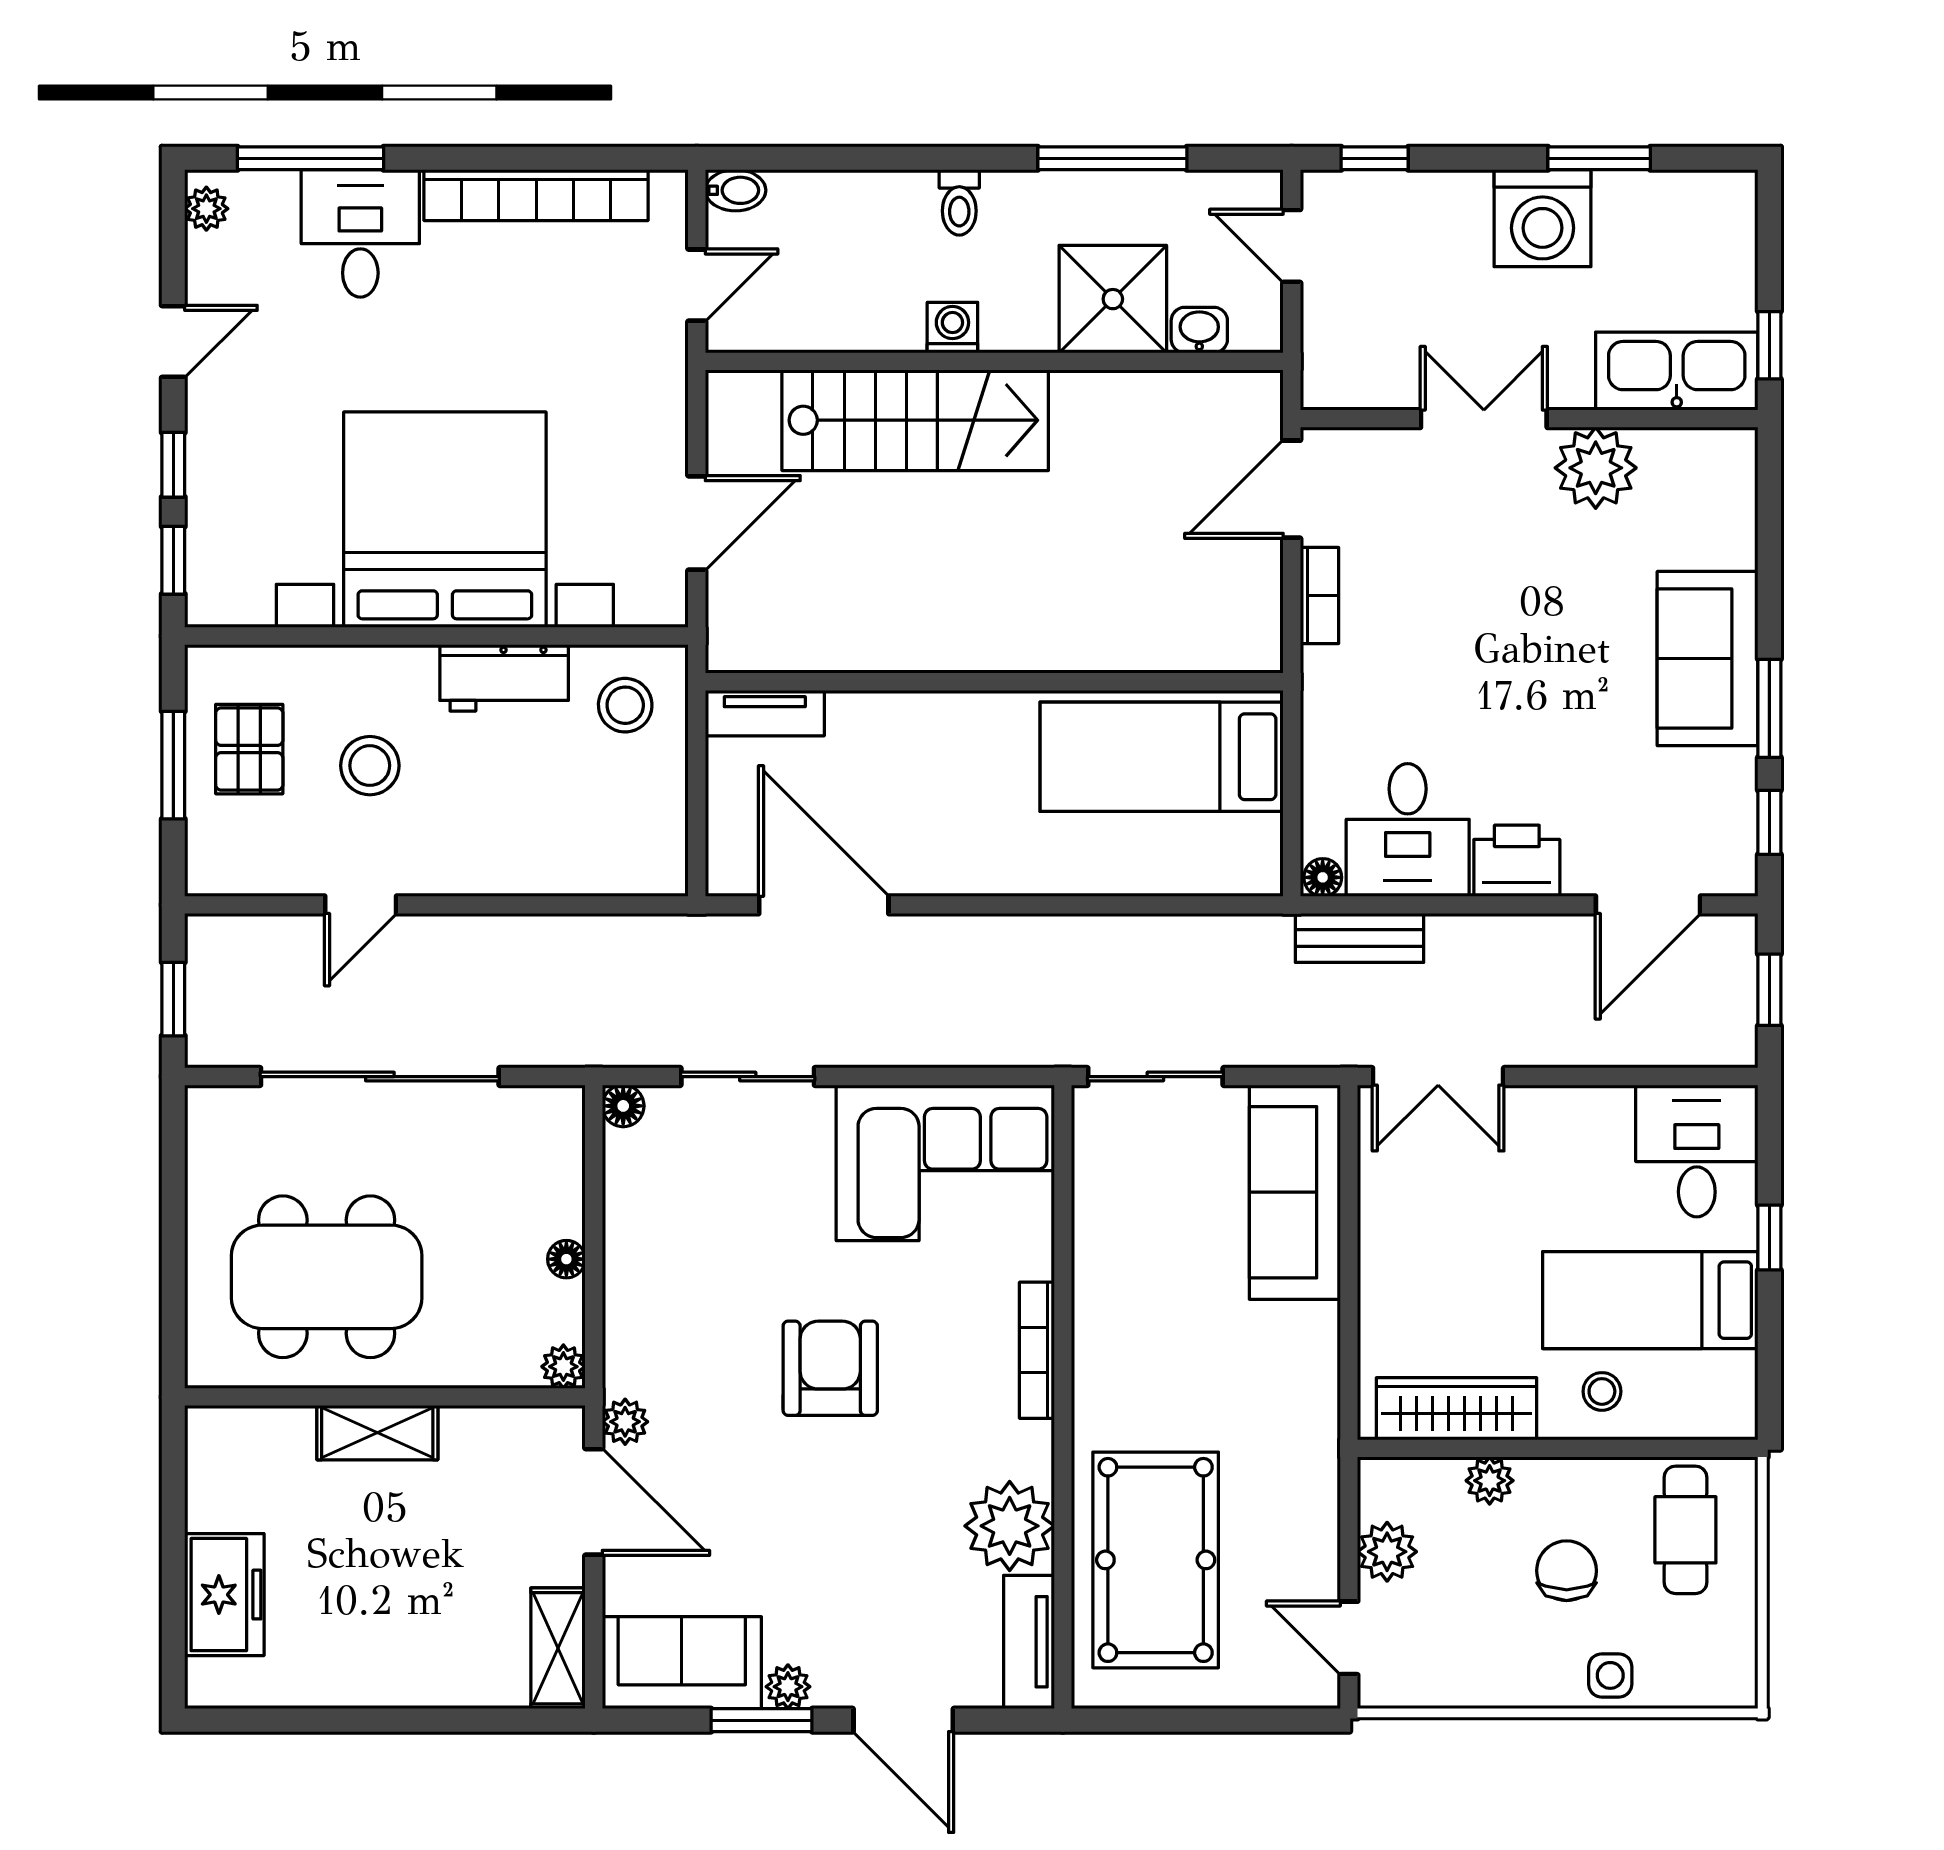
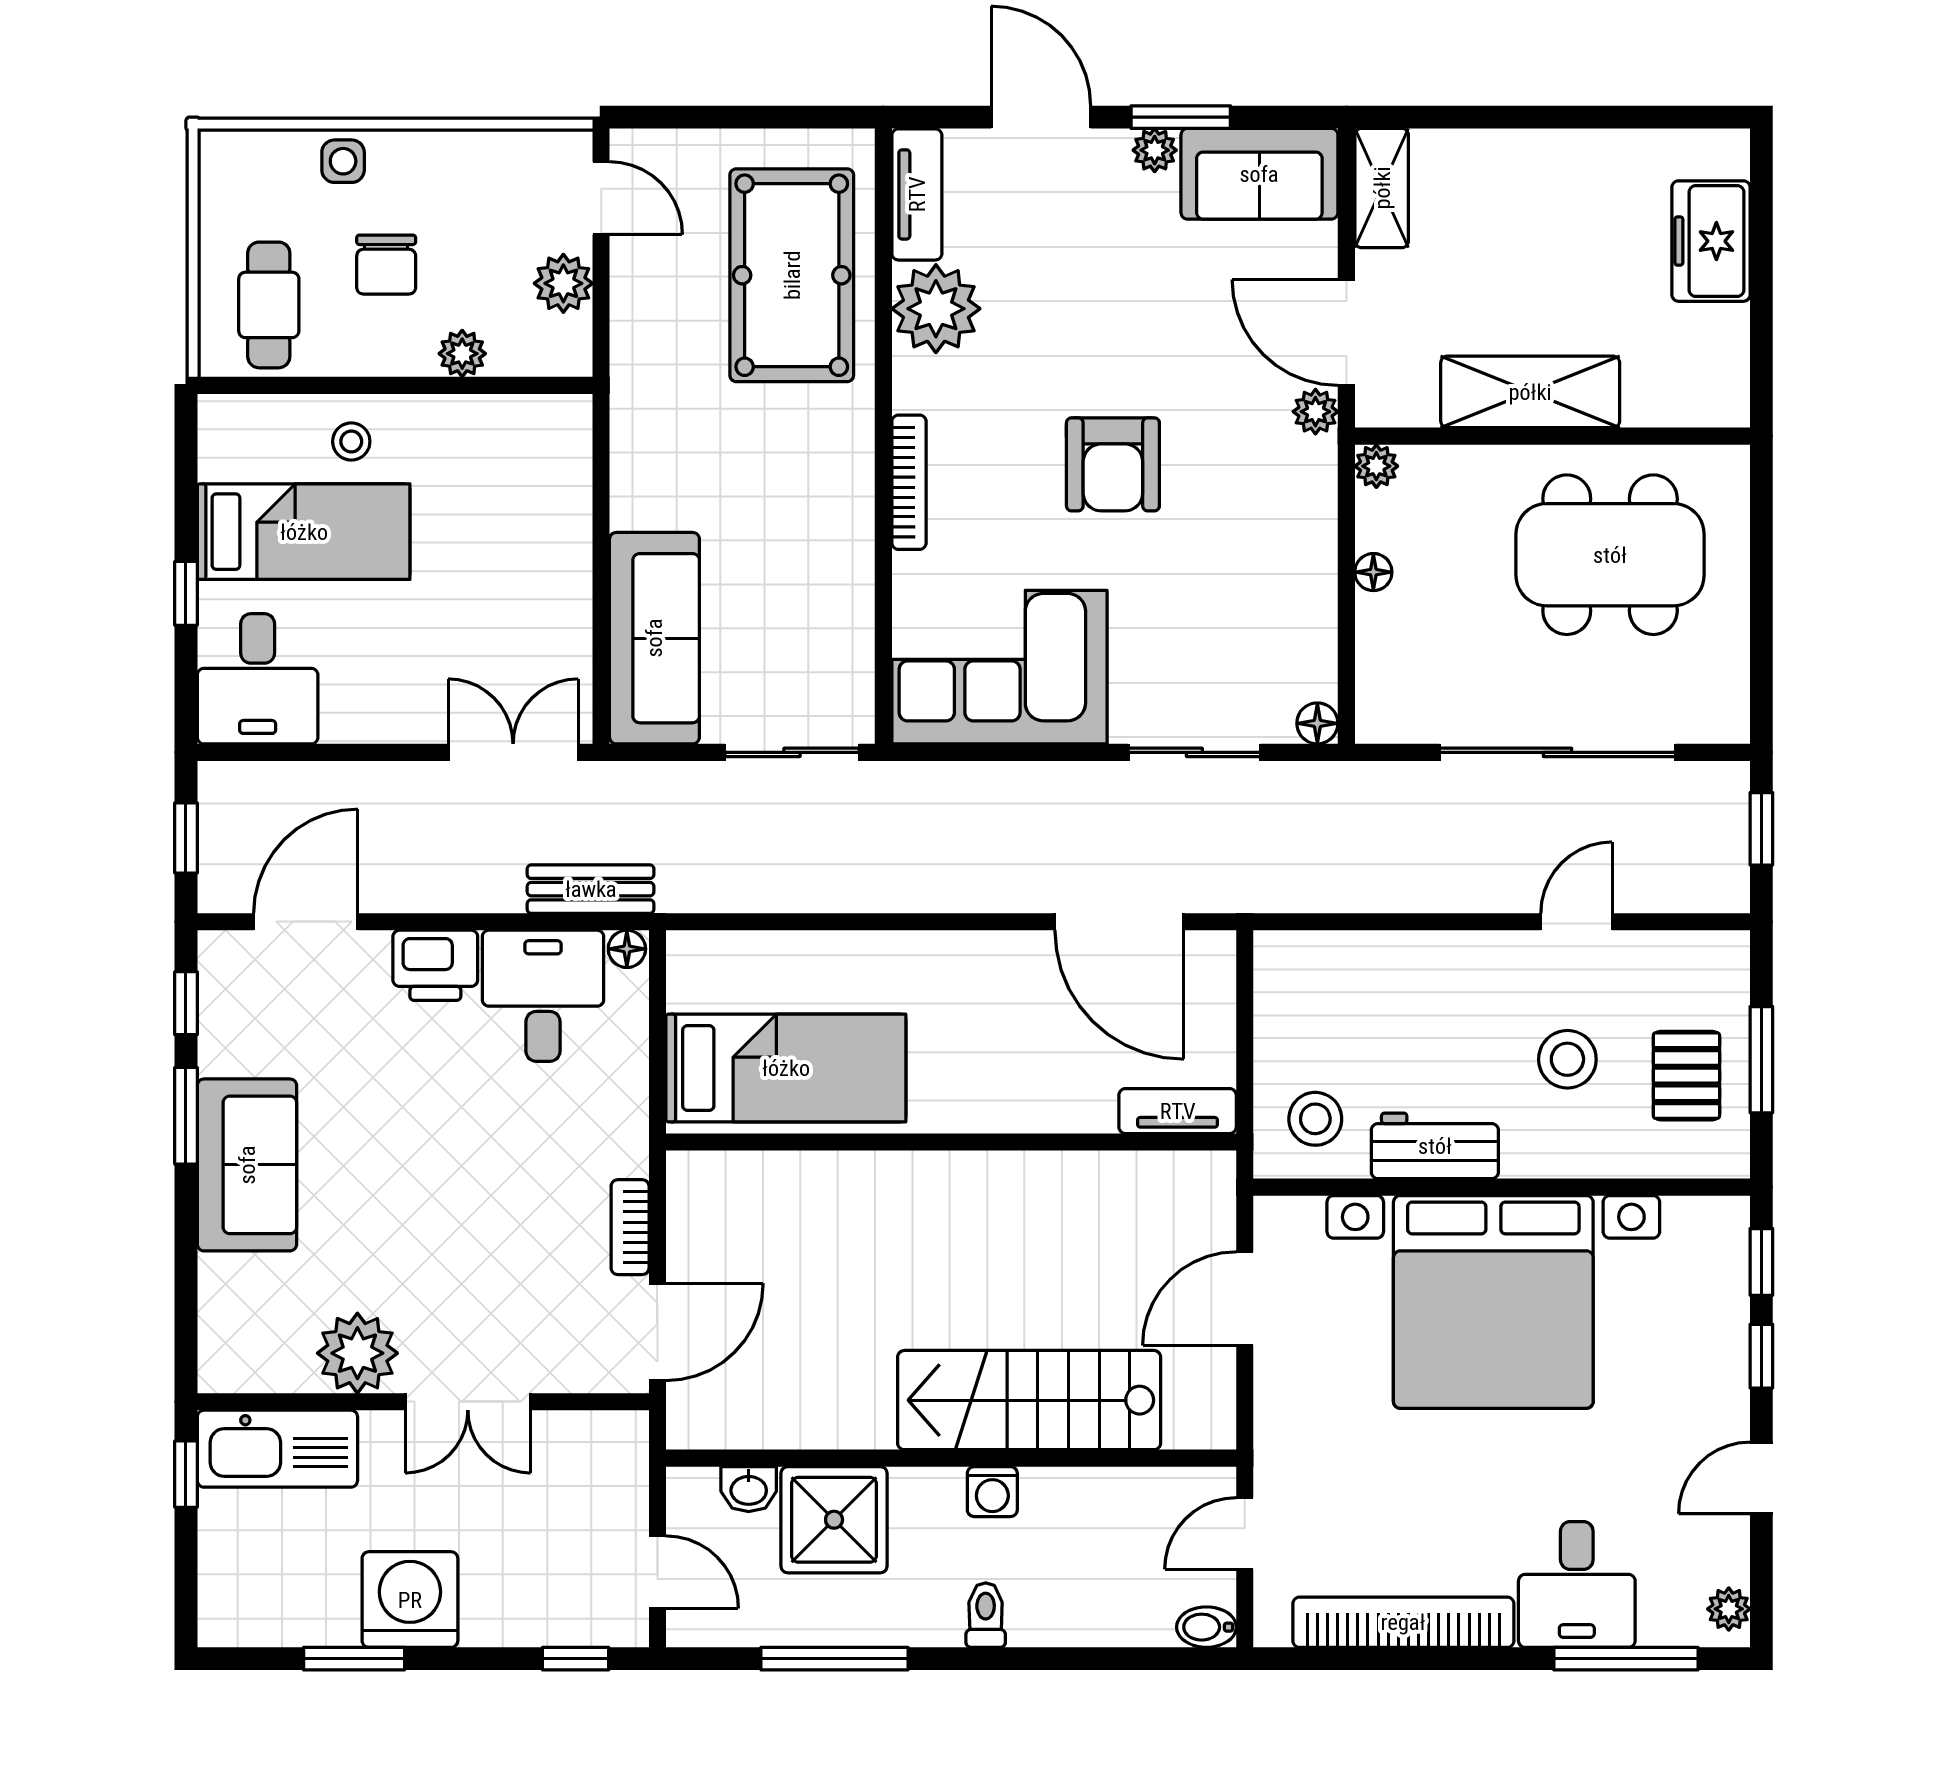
wardrobe: (1457, 1409) -> (495, 424), removed
shelving: (377, 1433) -> (1530, 392), width x1.50, depth x1.33

